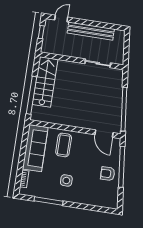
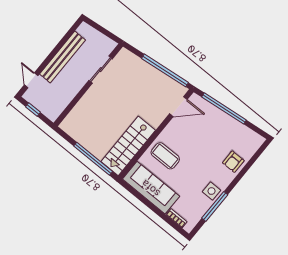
stairs: (45, 82) -> (128, 146), moved, turned -90
armchair: (108, 174) -> (233, 162), moved
side table: (66, 180) -> (211, 191), moved

